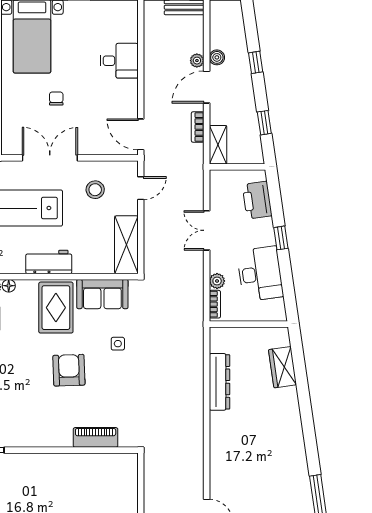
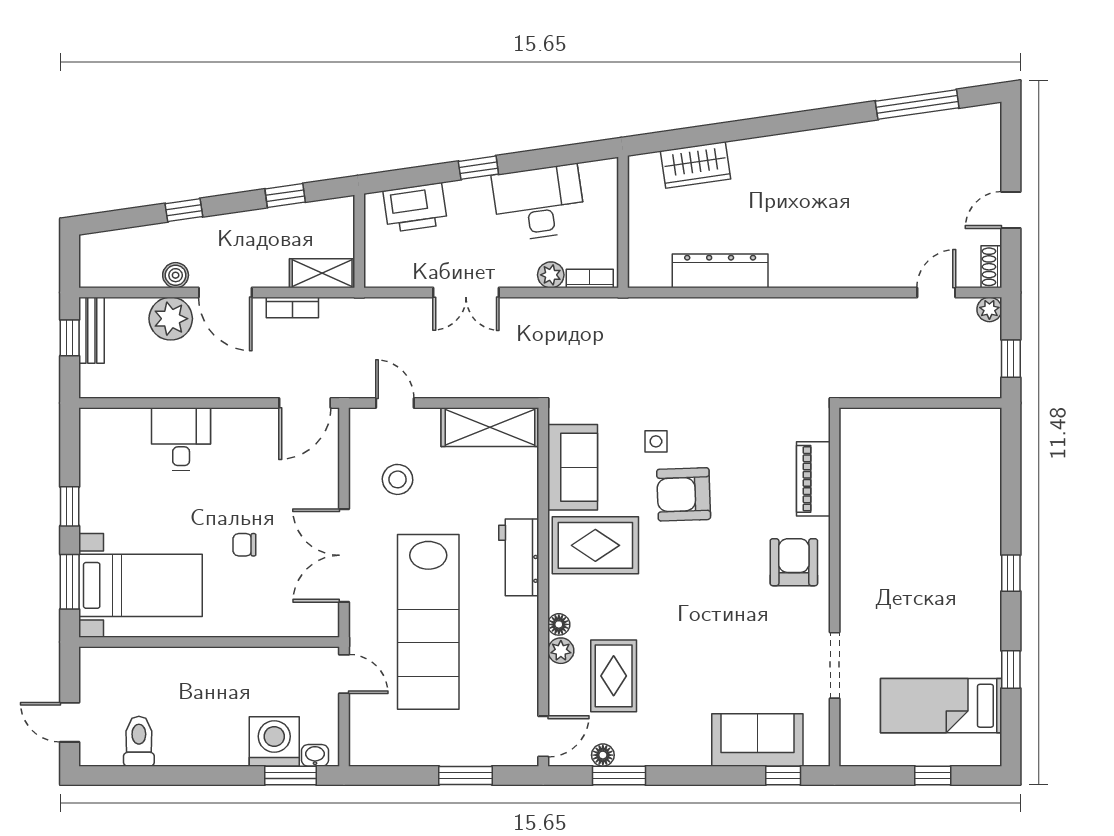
plant: (197, 61) -> (171, 319), width x1.88, depth x1.88
armchair: (69, 370) -> (684, 494), moved
armchair: (46, 426) -> (794, 562), added

